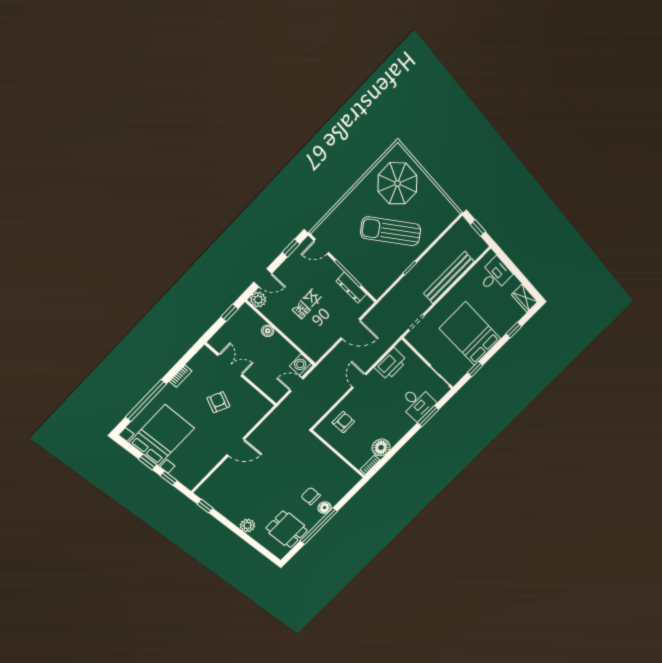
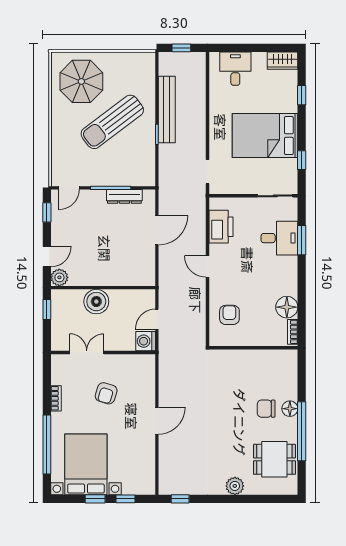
bench: (449, 277) -> (167, 109), moved
boiler: (268, 331) -> (96, 302), width x1.86, depth x1.86
washing machine: (301, 366) -> (146, 341), moved
armchair: (218, 402) -> (106, 393), turned -98

